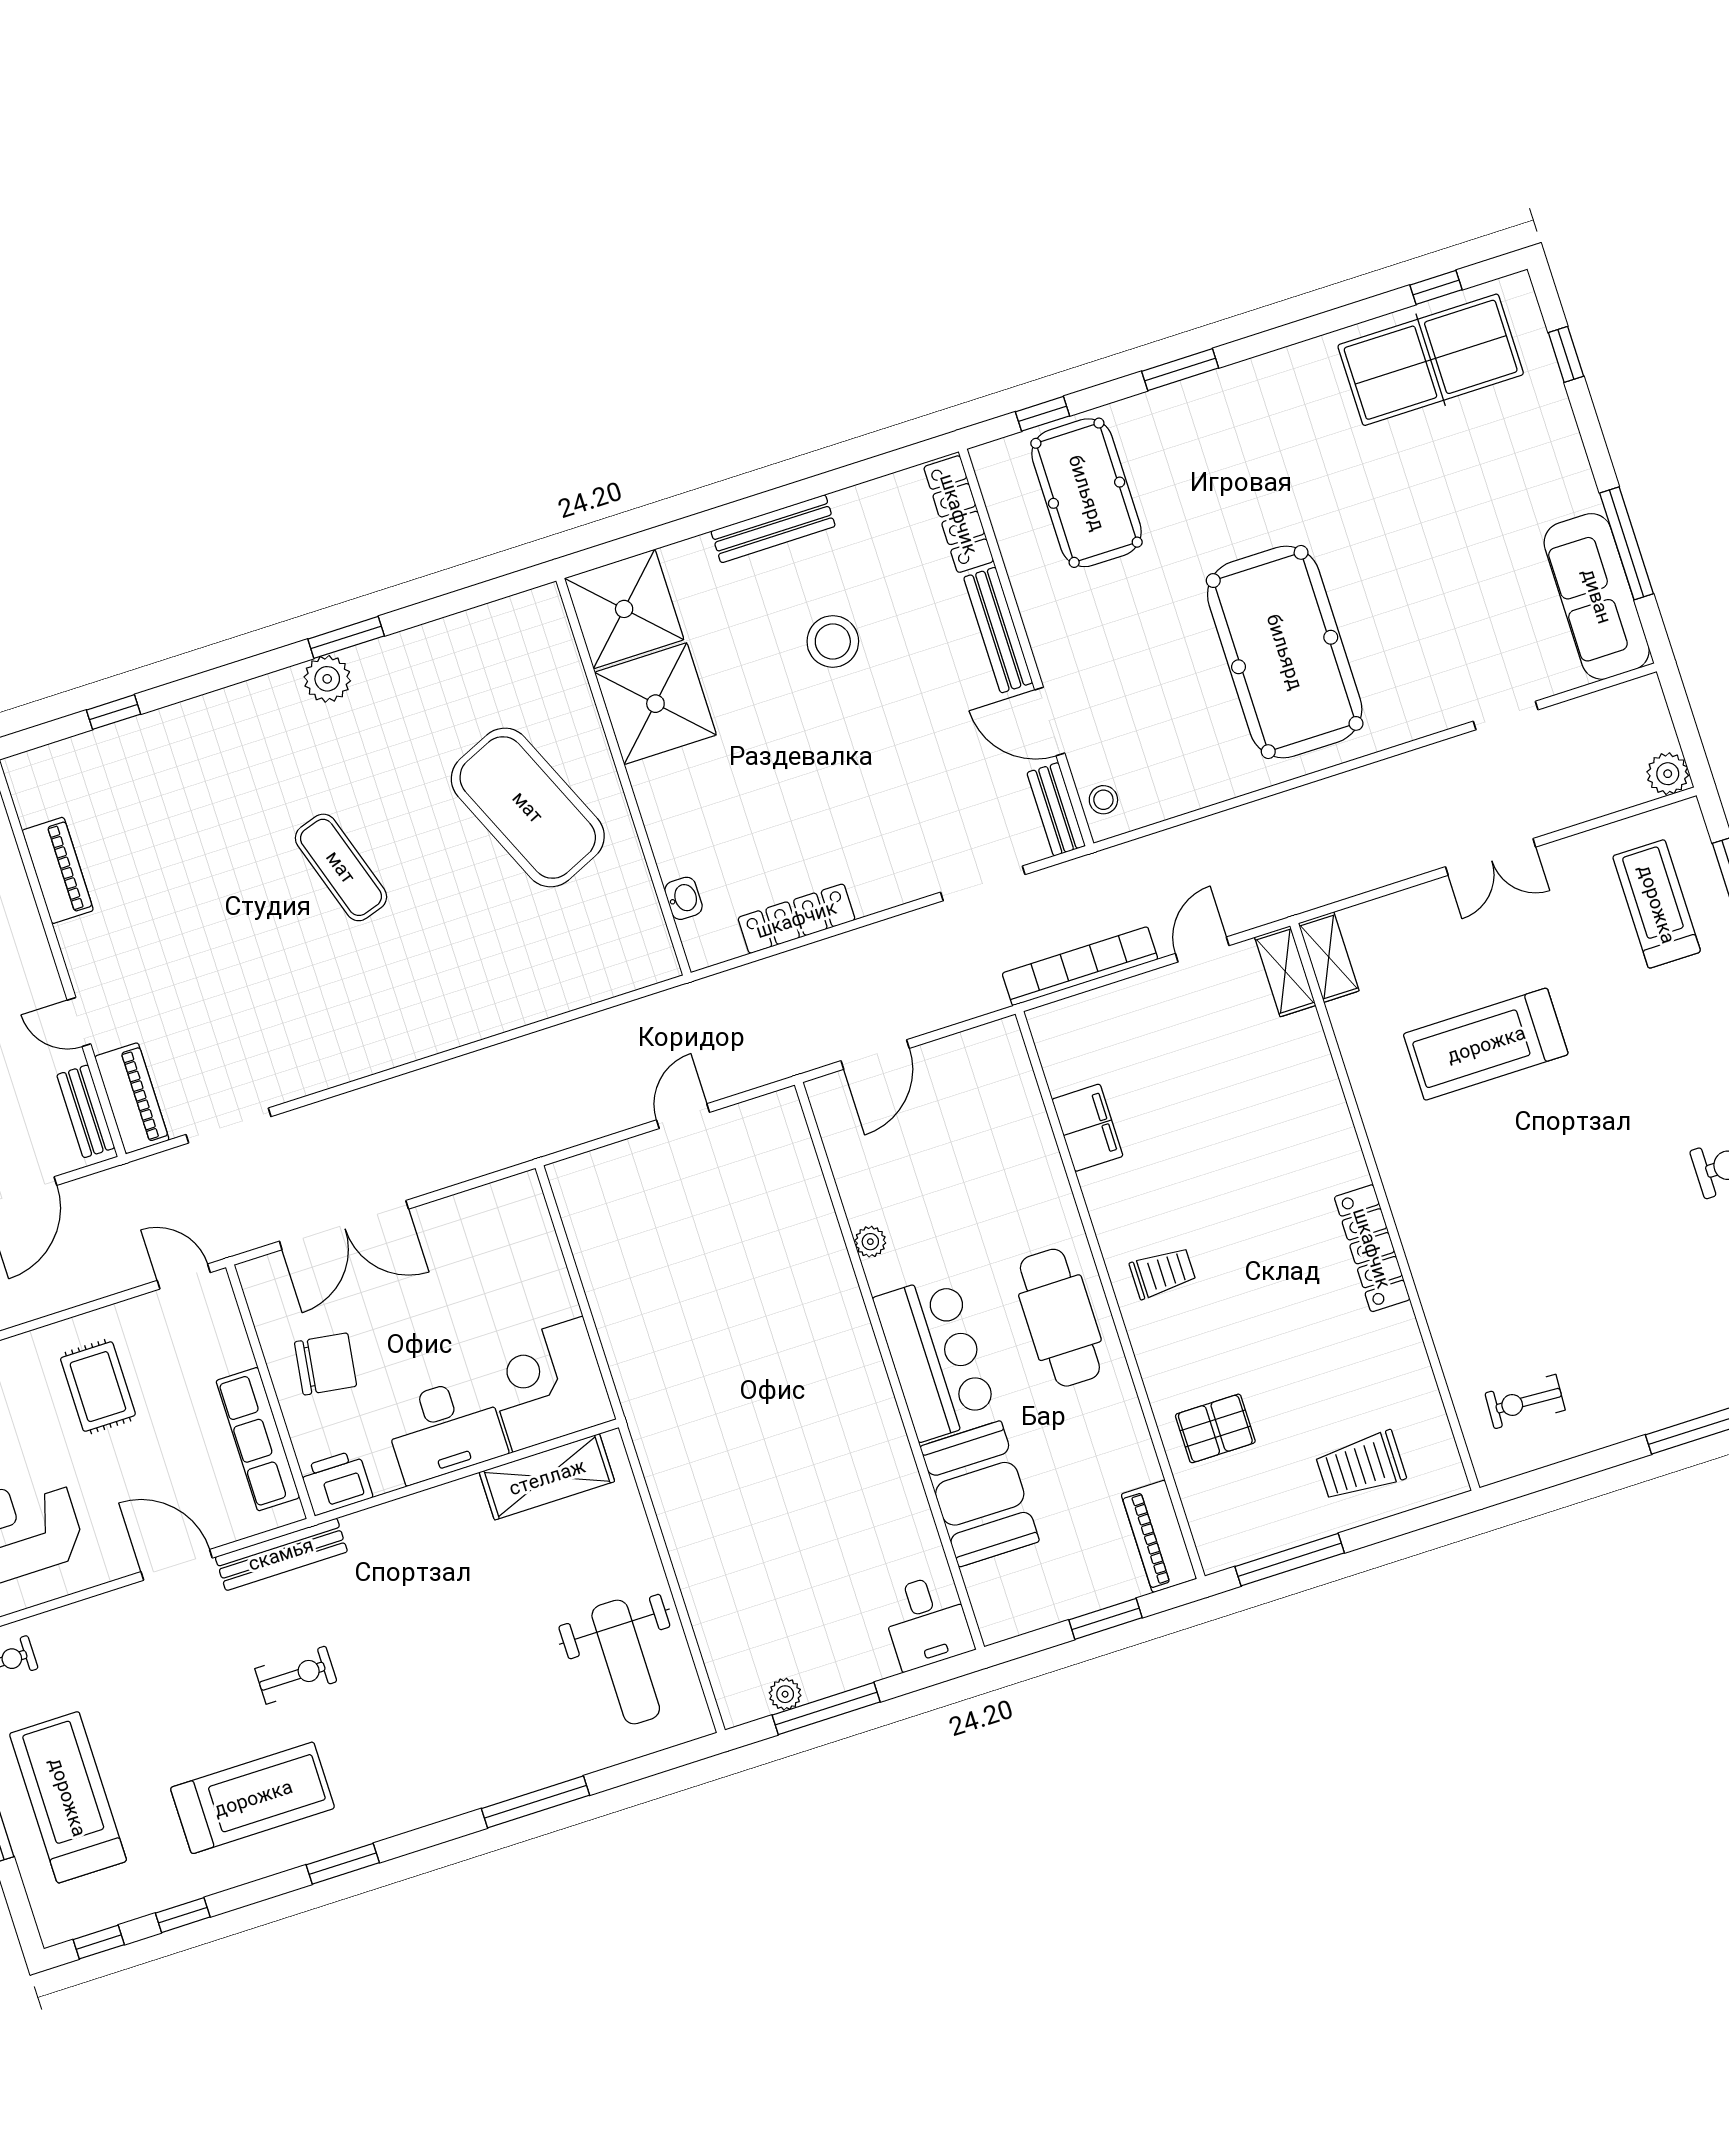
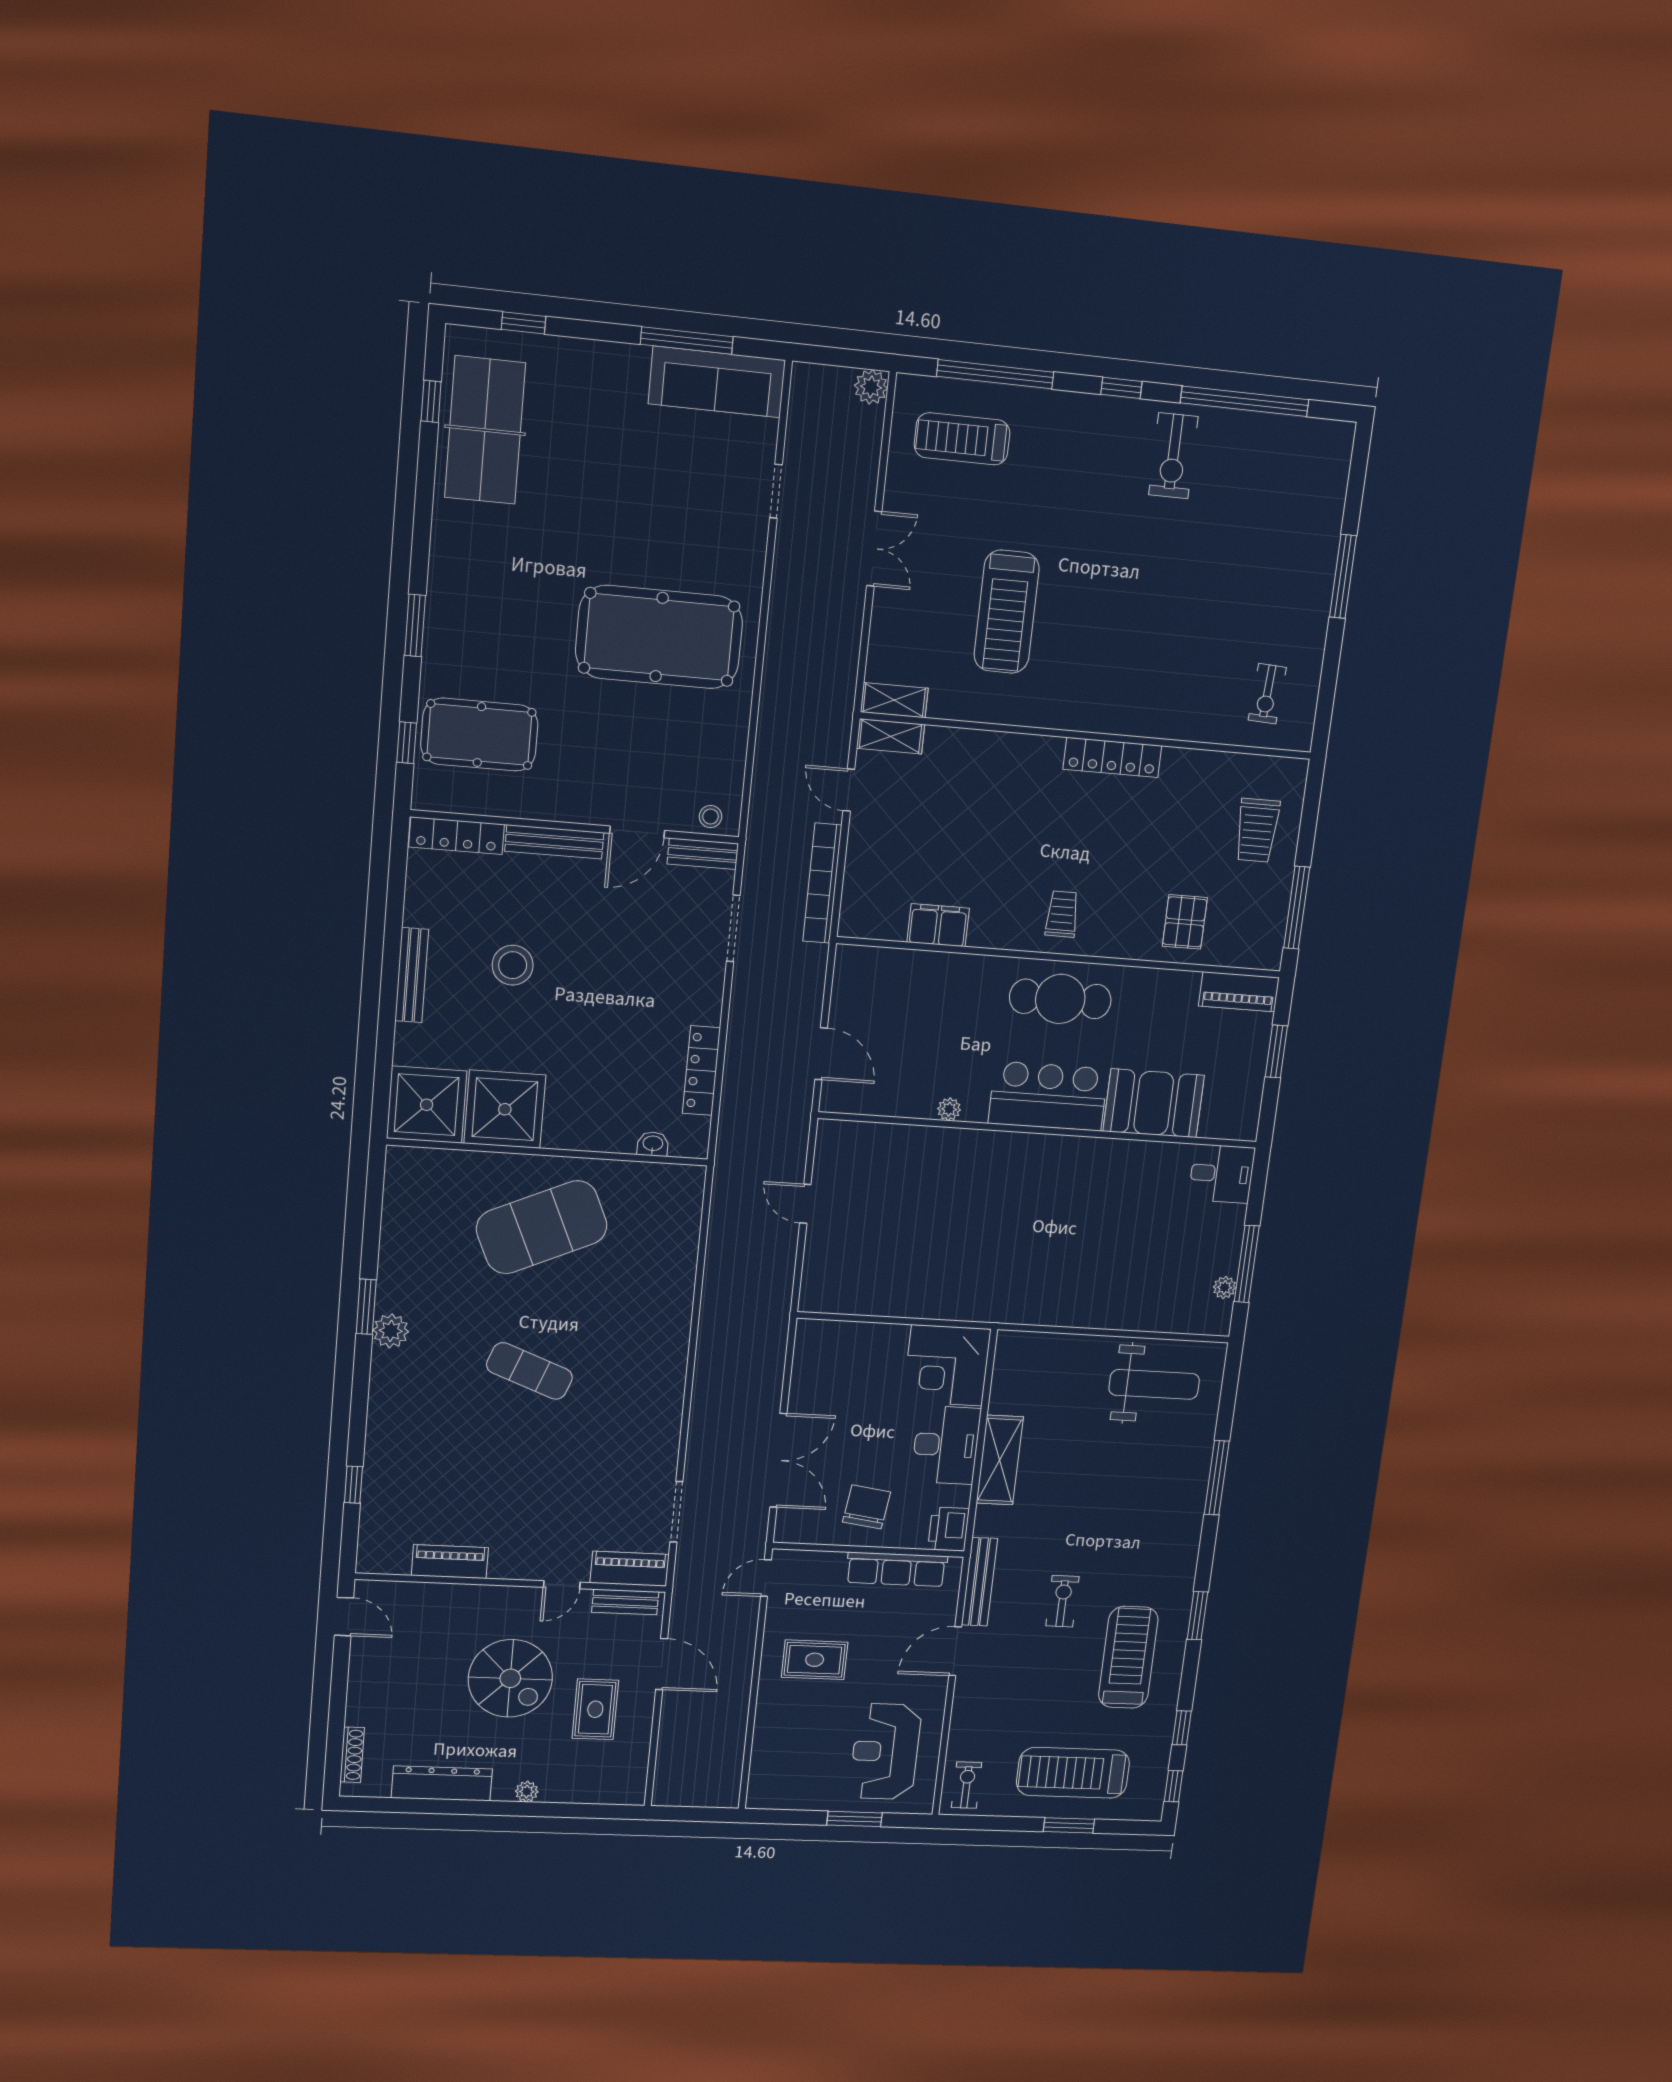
exercise mat: (341, 867) -> (530, 1371), turned 39
shelving: (547, 1477) -> (1000, 1460), moved

